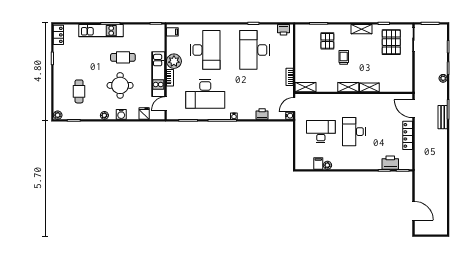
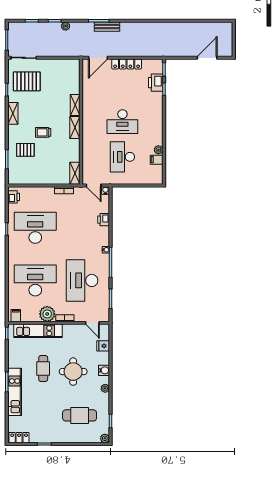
desk: (254, 50) -> (35, 228), turned 180
kitchen unit: (158, 74) -> (38, 331), moved
cafe table: (79, 91) -> (80, 415), width x1.37, depth x1.35
desk: (205, 94) -> (82, 280), turned 180

